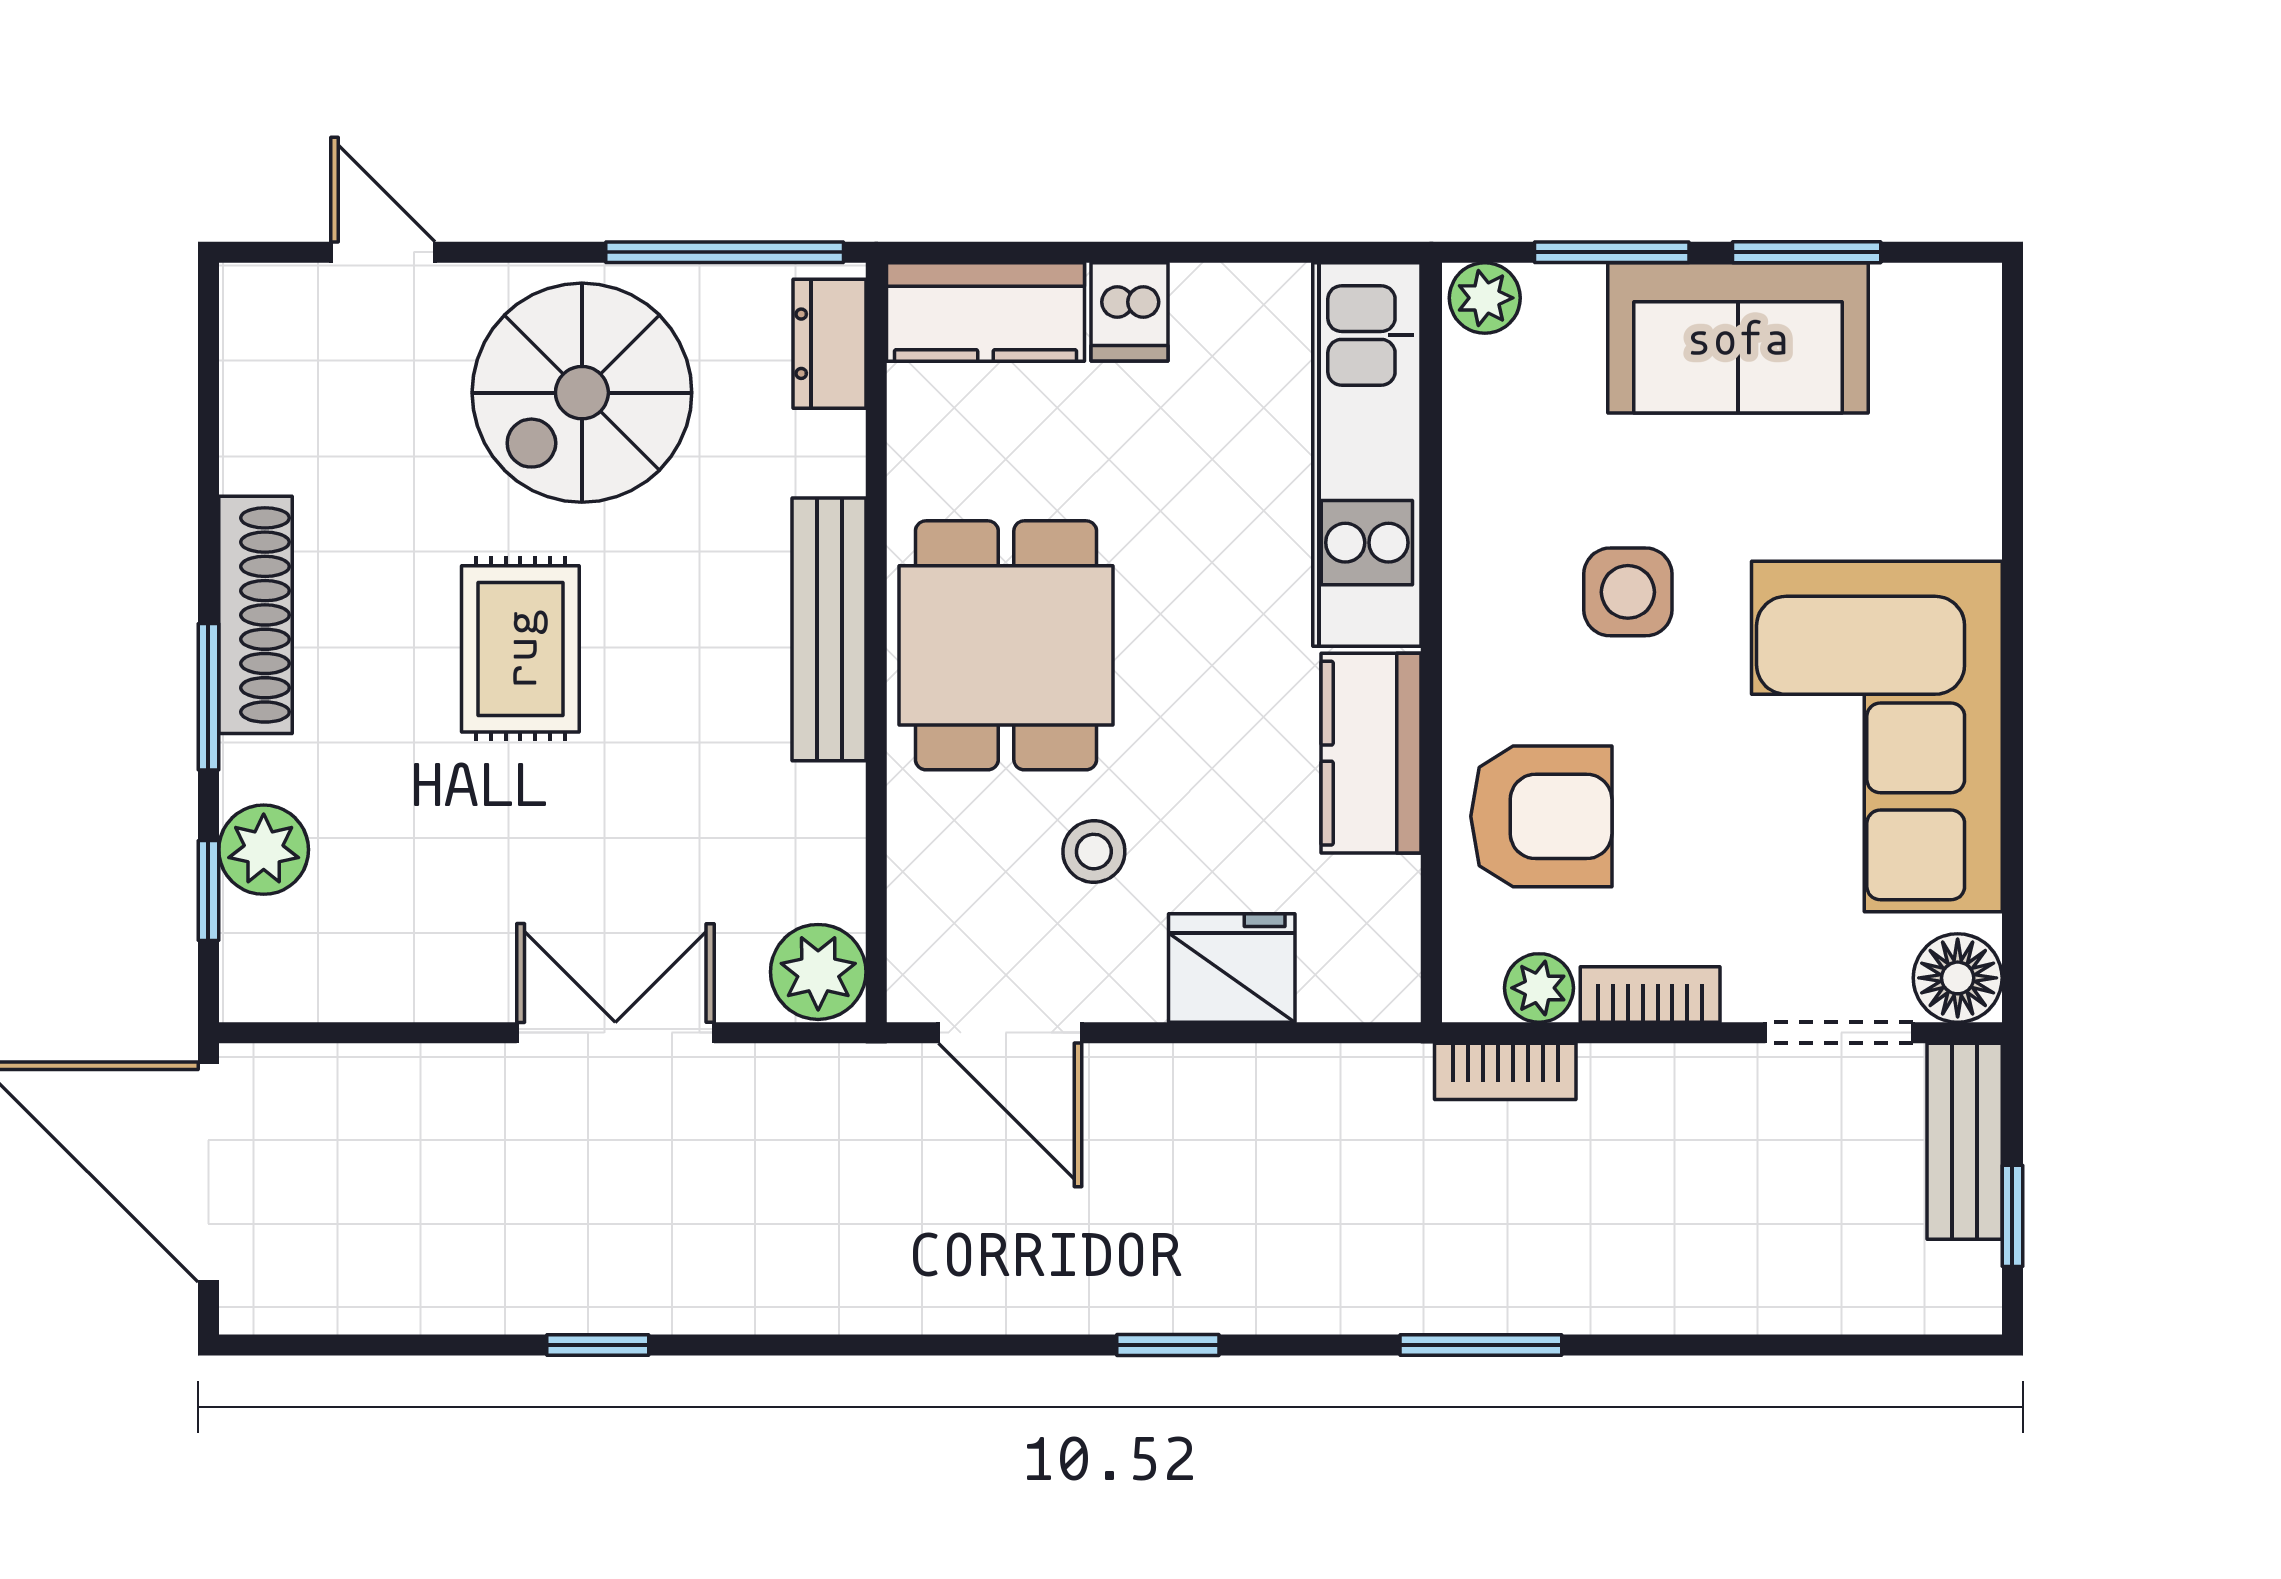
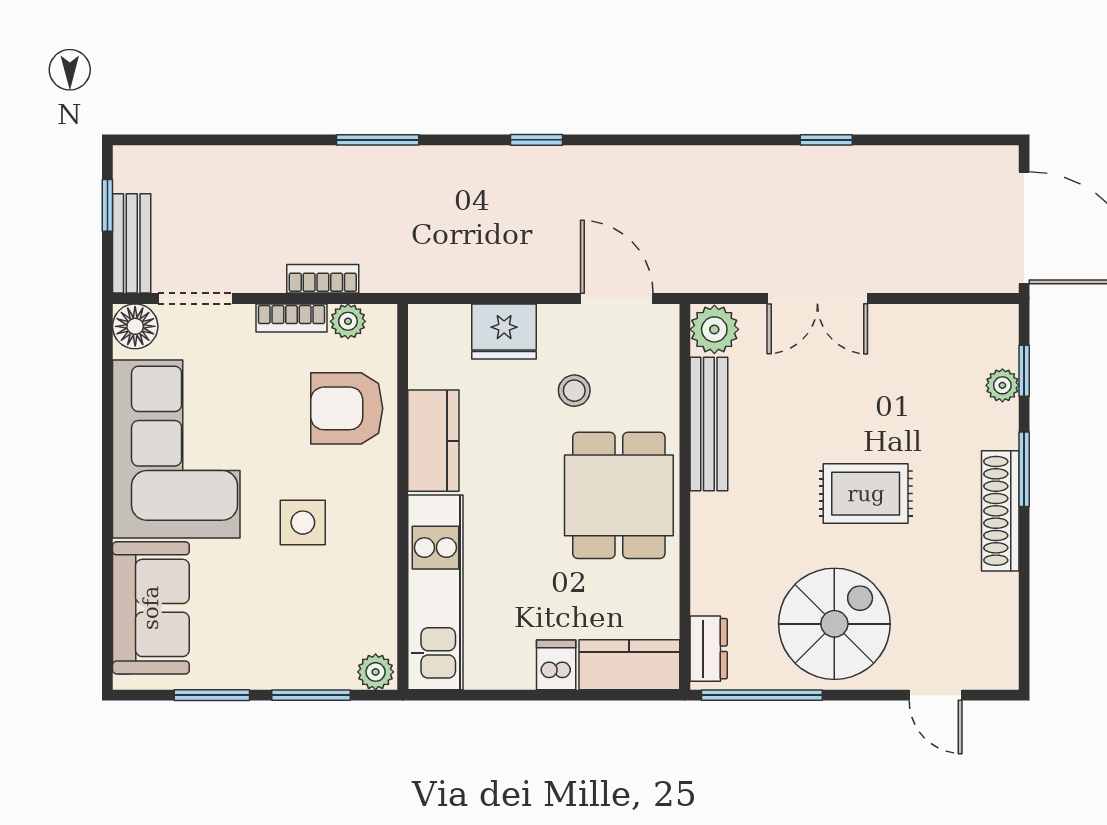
sofa: (1738, 338) -> (151, 608), moved, turned 90
bench: (829, 629) -> (709, 424), moved
rug: (520, 649) -> (866, 494), turned 90
plant: (264, 850) -> (1002, 385), width x0.73, depth x0.73
bookcase: (1505, 1071) -> (323, 279), moved

